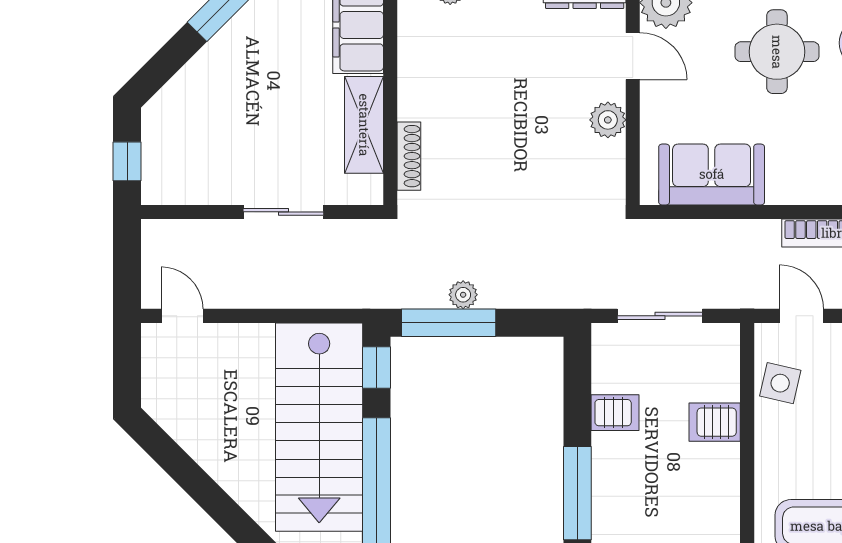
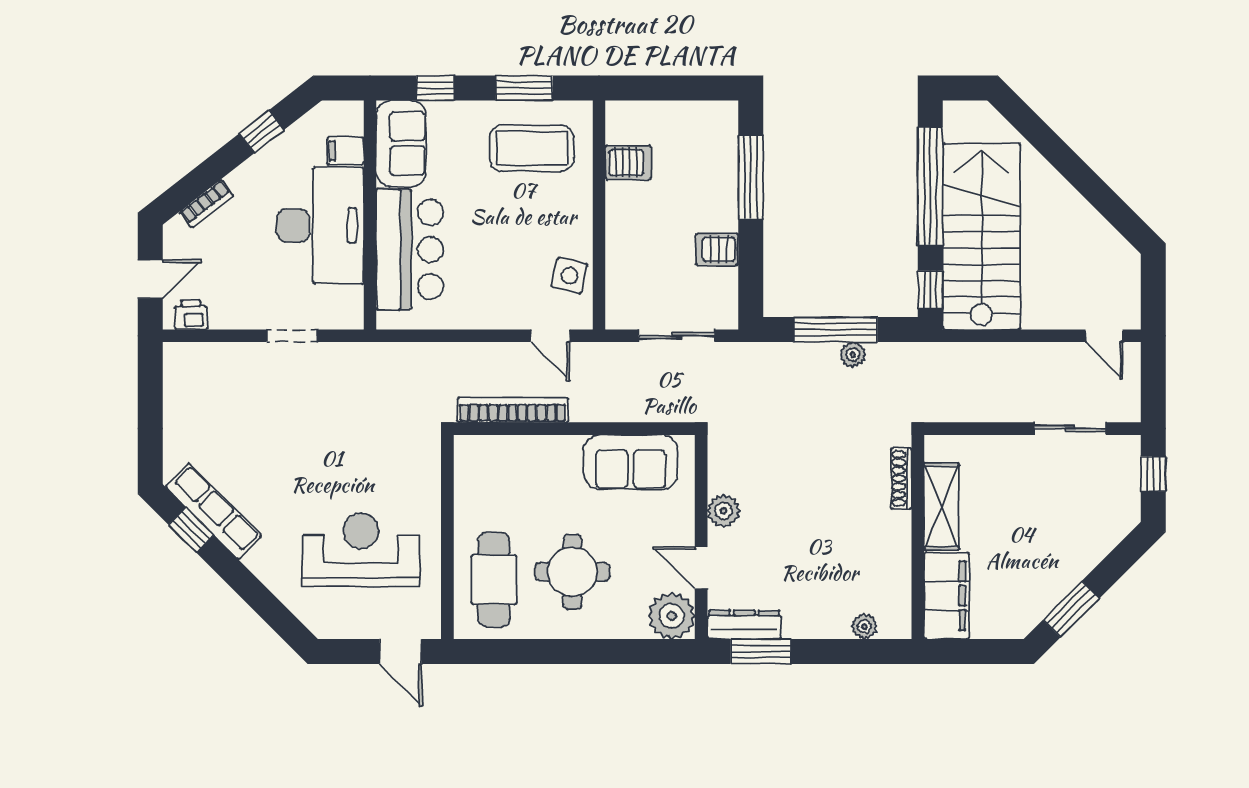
sliding door: (283, 212) -> (1070, 429), moved
window: (449, 323) -> (835, 330), moved
server rack: (715, 422) -> (628, 162), moved

